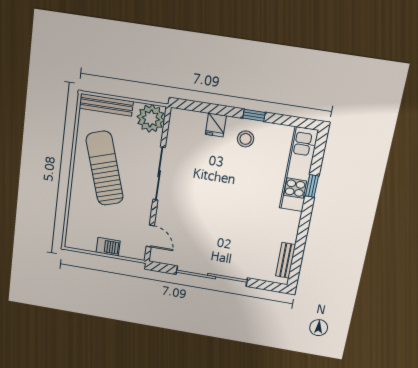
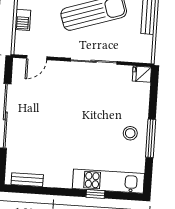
window: (254, 115) -> (151, 138), width x2.17
plant: (151, 118) -> (140, 51), removed
fridge: (216, 125) -> (142, 74), moved

